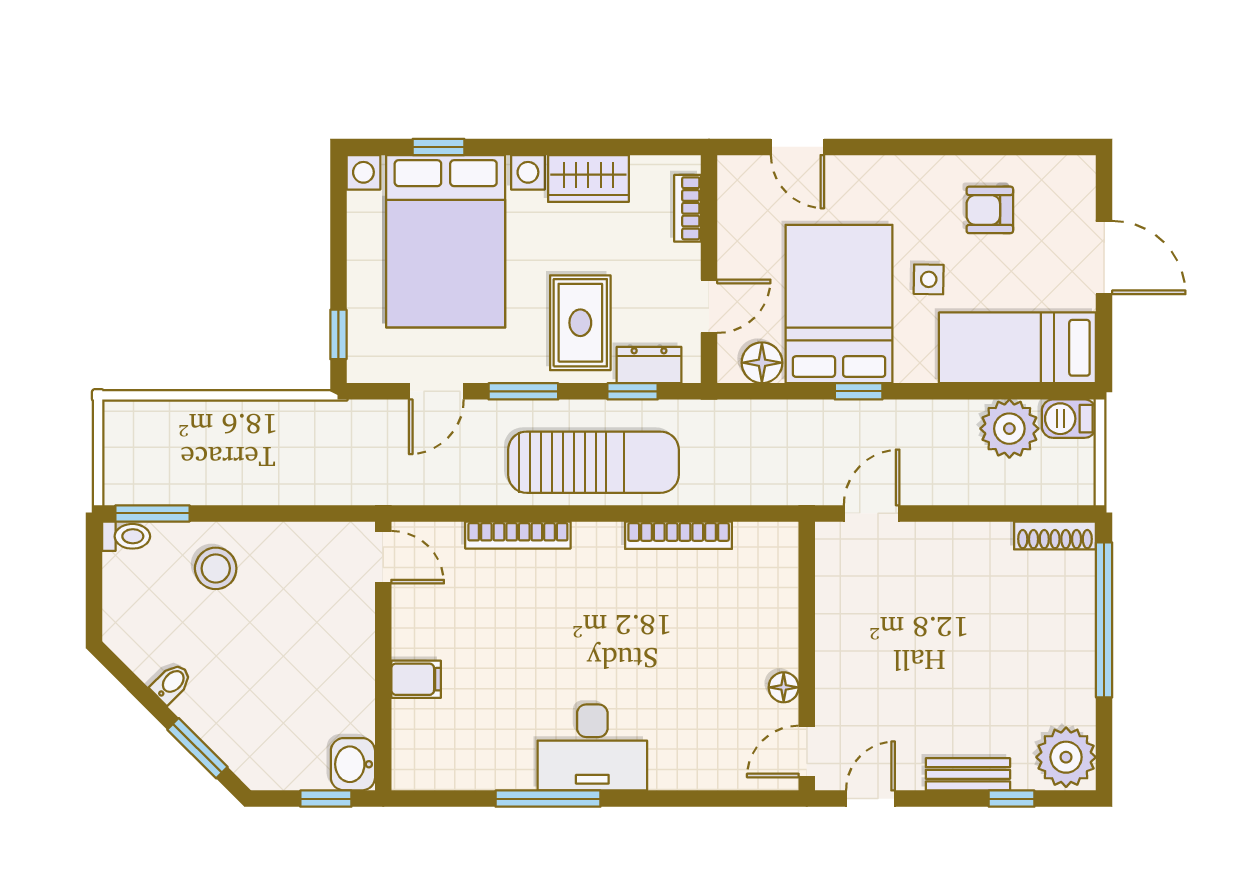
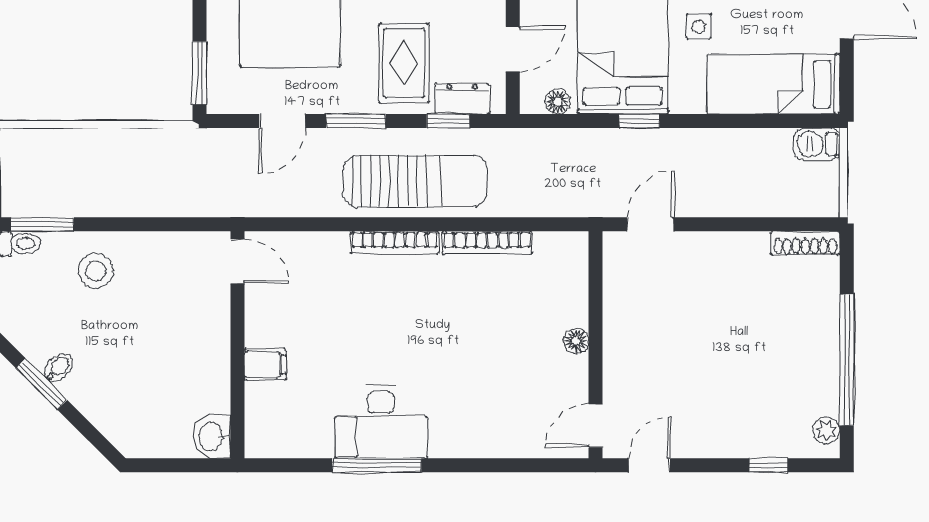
window: (338, 334) -> (200, 73), width x1.50
floor lamp: (762, 363) -> (558, 102), width x0.73, depth x0.73
plant: (1009, 429) -> (767, 153), removed
bookcase: (518, 535) -> (395, 243), moved
window: (1104, 620) -> (847, 360), moved
floor lamp: (784, 687) -> (576, 341), moved
desk: (592, 747) -> (381, 422), moved
window: (197, 748) -> (41, 384), moved
plant: (1066, 757) -> (826, 430), width x0.53, depth x0.53
bench: (968, 774) -> (732, 445), removed
window: (326, 799) -> (189, 465), removed

